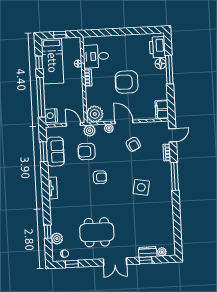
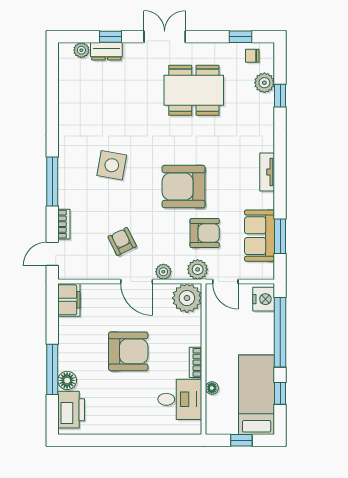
armchair: (100, 177) -> (184, 187), width x1.88, depth x1.88

